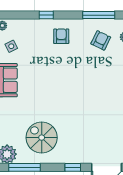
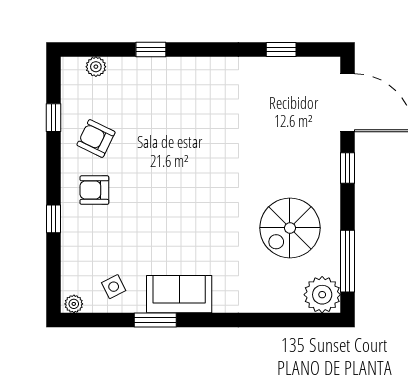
window: (99, 15) -> (53, 118), width x0.46
armchair: (101, 40) -> (96, 138), moved

